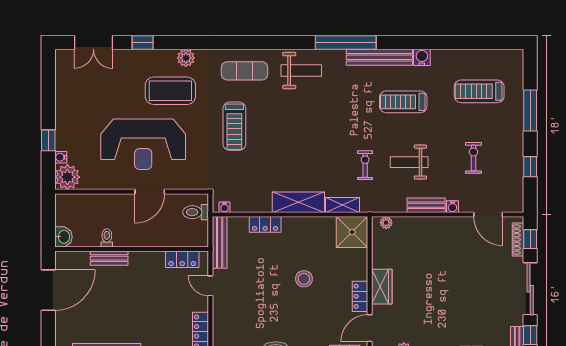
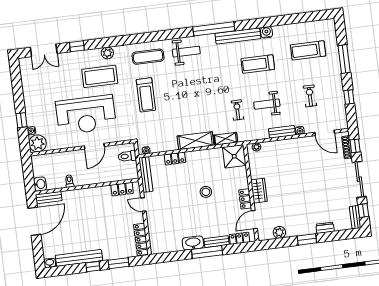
bench: (109, 258) -> (49, 198), moved

